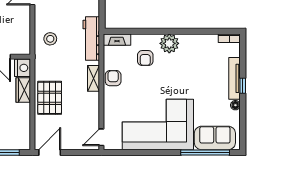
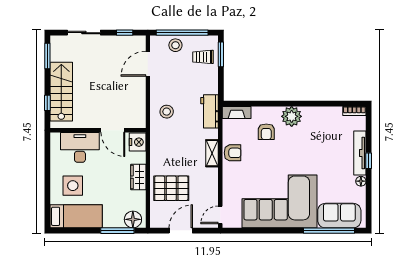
workbench: (91, 39) -> (210, 111), width x0.73
armchair: (113, 78) -> (233, 153), turned 90
wardrobe: (23, 90) -> (138, 177), moved
pallet: (50, 98) -> (171, 188), moved, turned 90
floor lamp: (18, 142) -> (133, 219), added
door: (50, 152) -> (181, 231), moved

